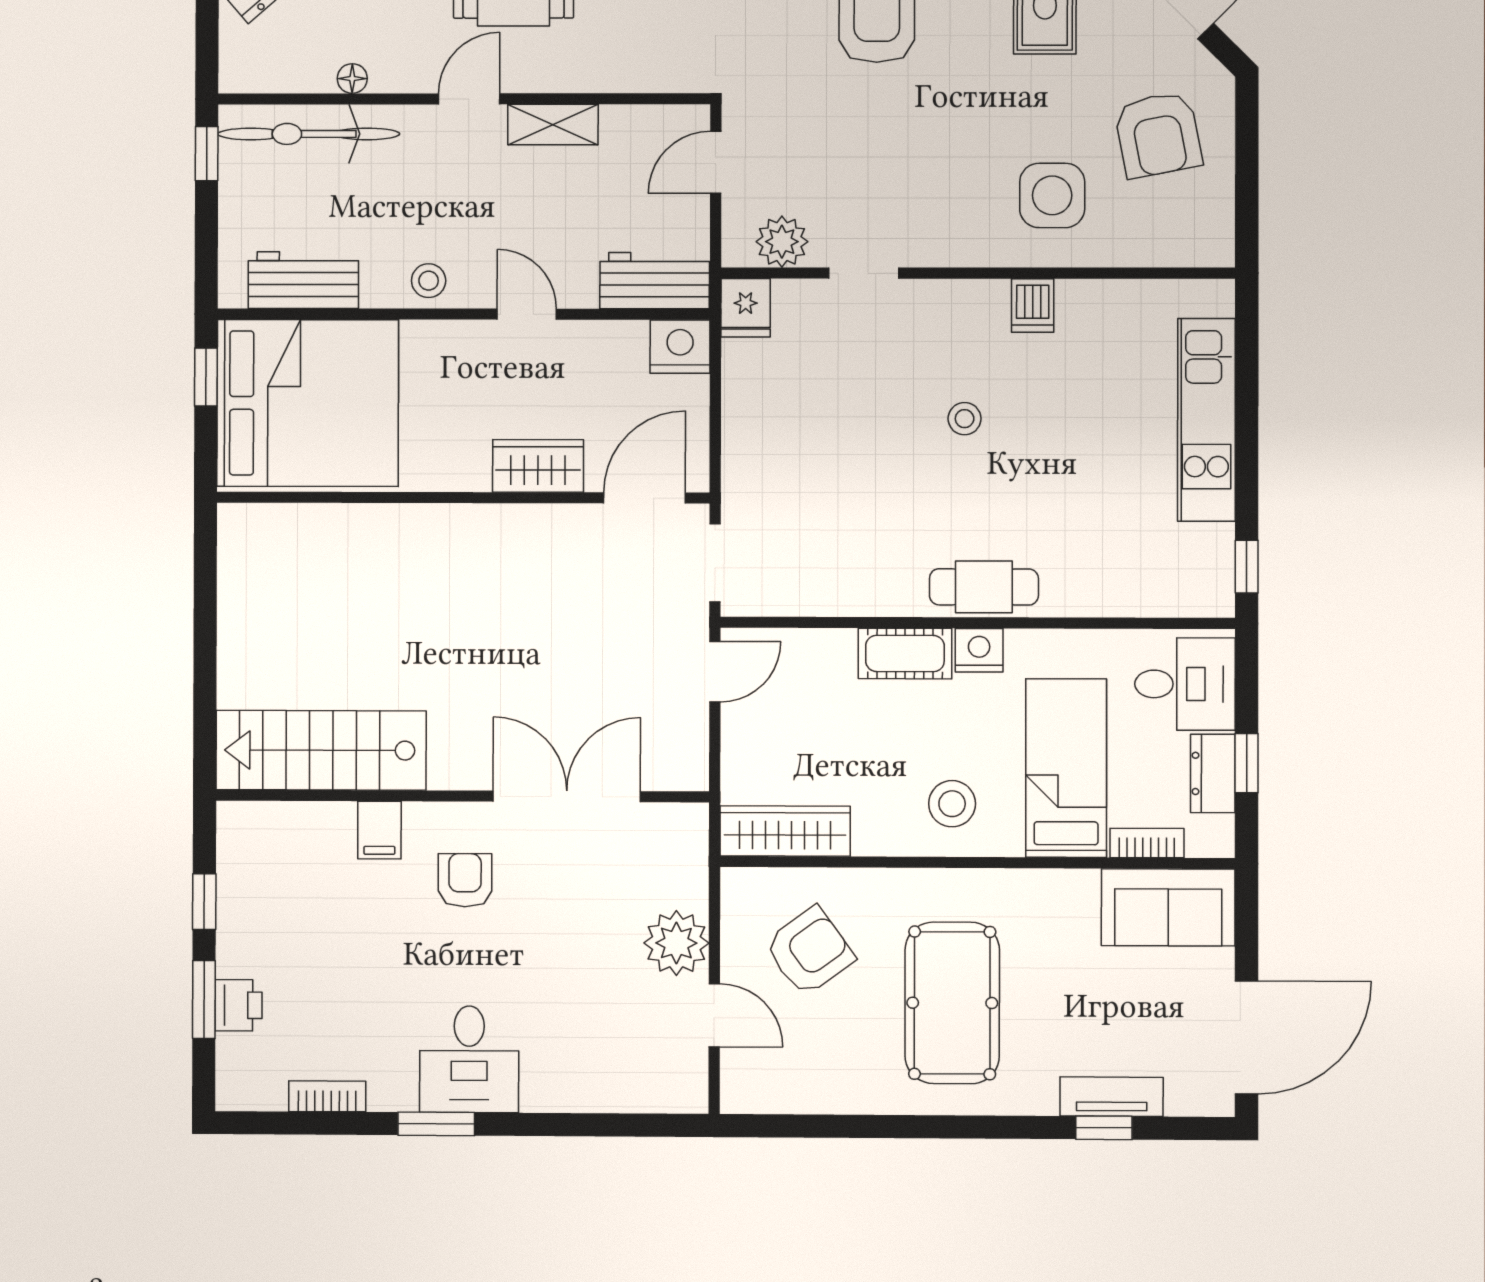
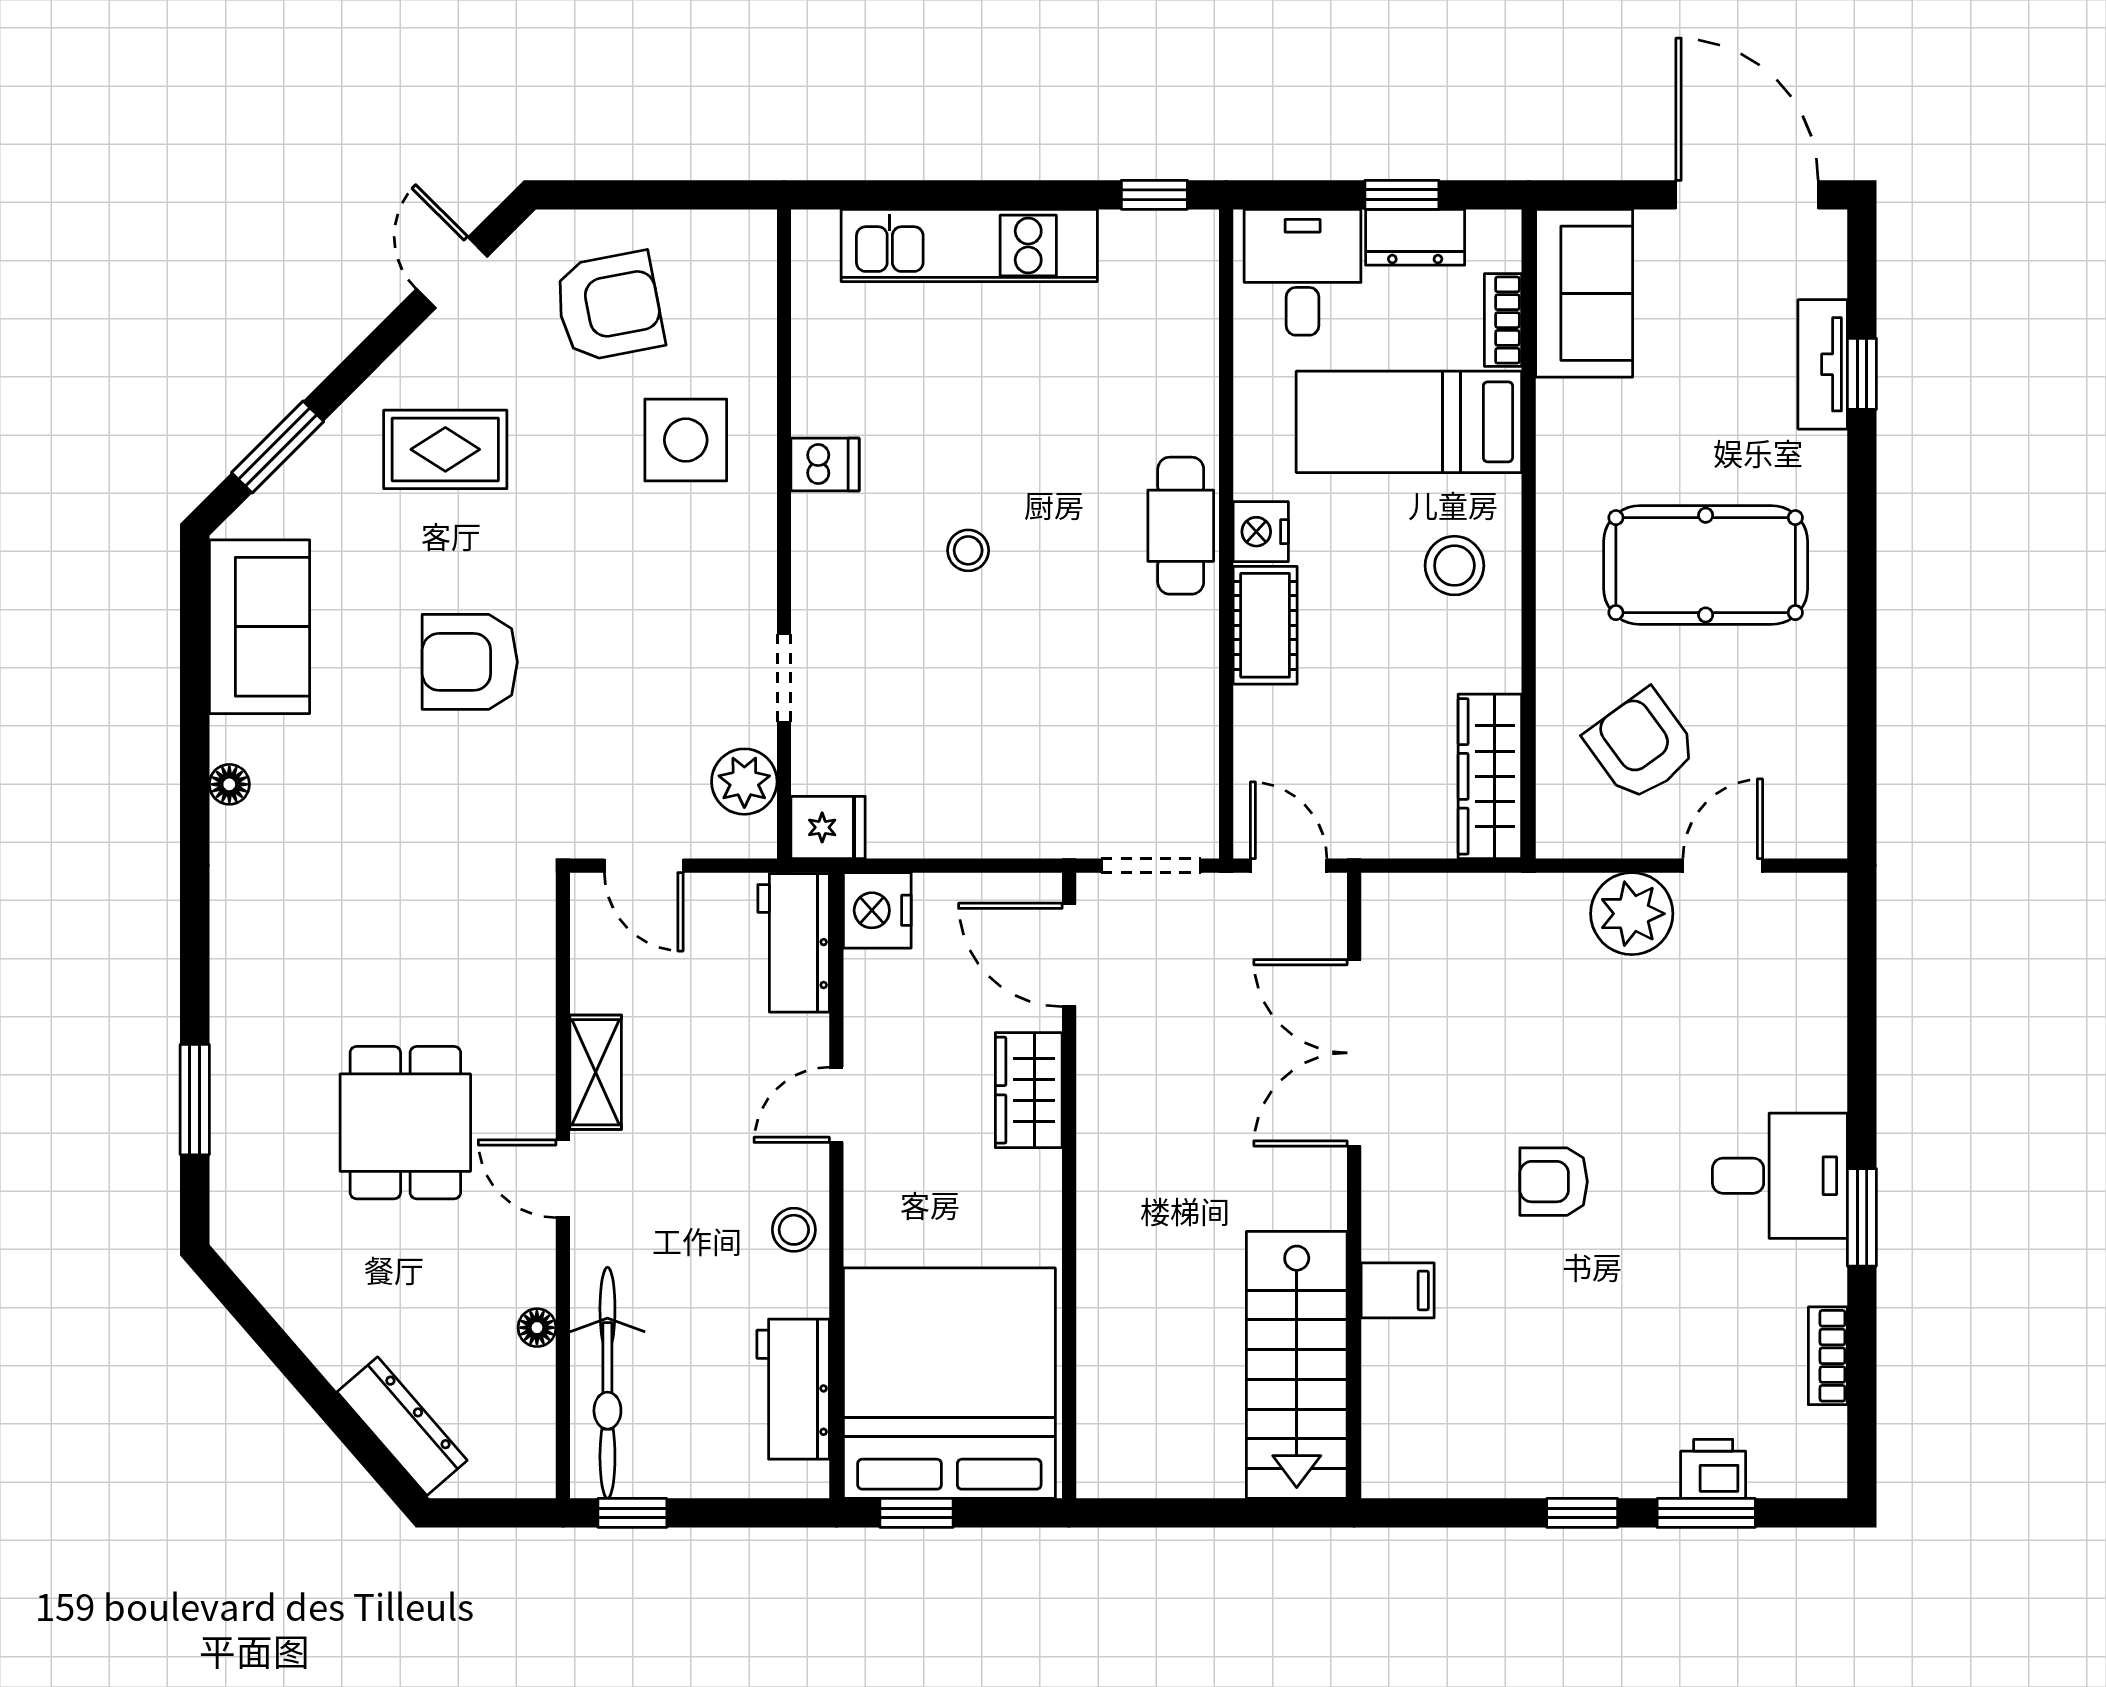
stairs: (321, 750) -> (1297, 1365), moved
wall: (462, 796) -> (1354, 1185), moved
double door: (567, 796) -> (1354, 1053), moved
filing cabinet: (379, 830) -> (1398, 1290), moved

